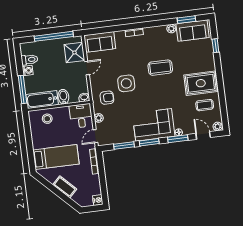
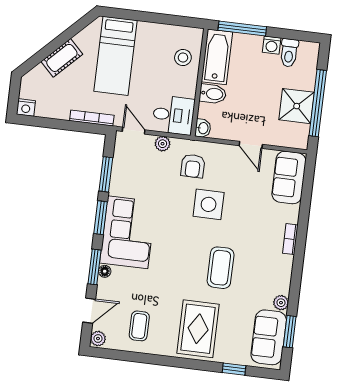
shower: (74, 52) -> (297, 106), moved
rug: (201, 83) -> (198, 329), moved

